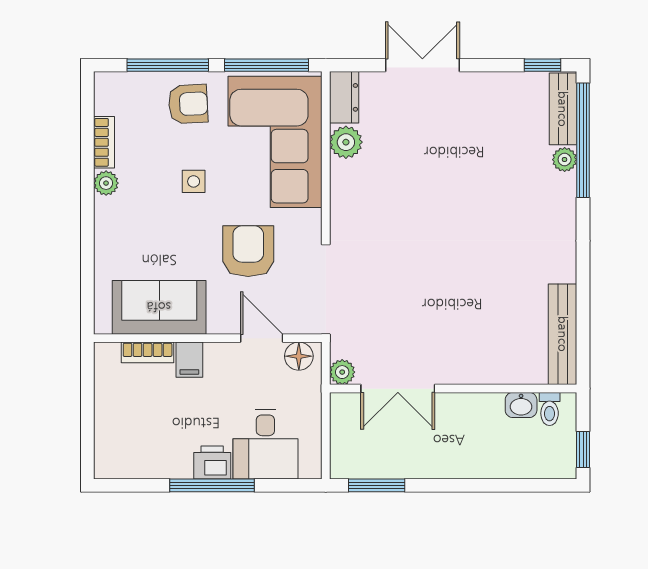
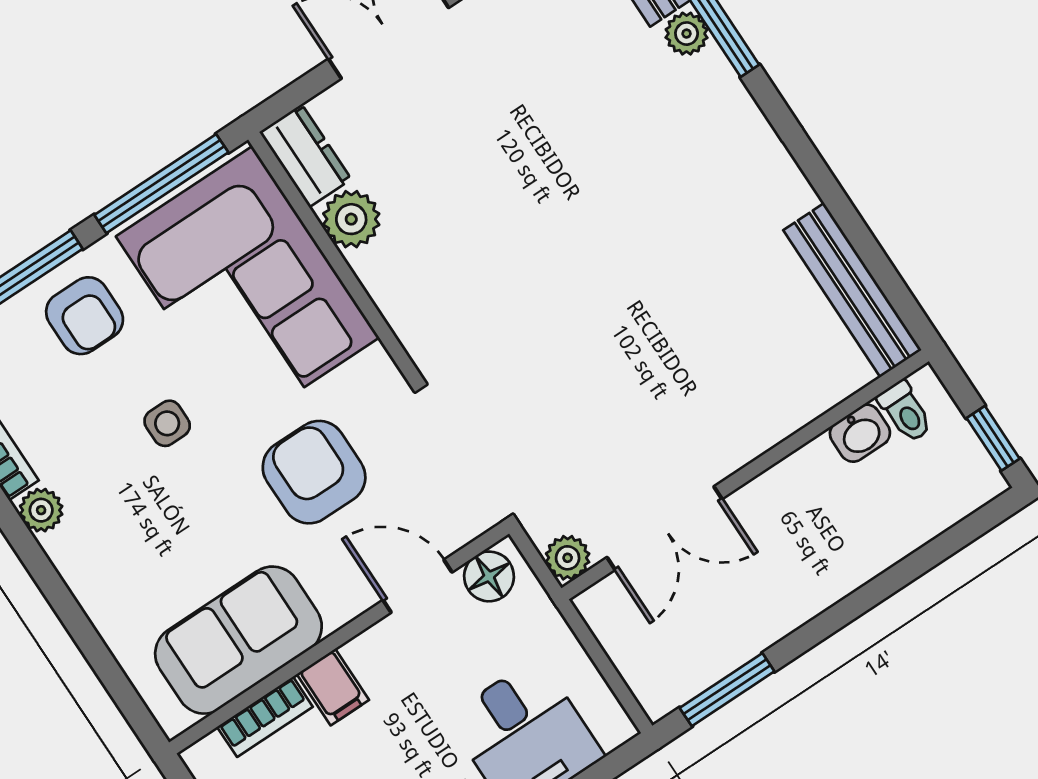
armchair: (188, 104) -> (85, 316), turned 93

